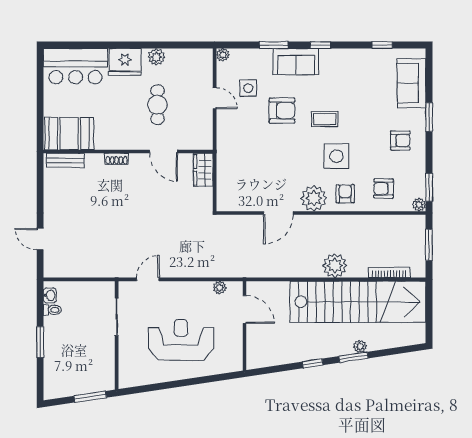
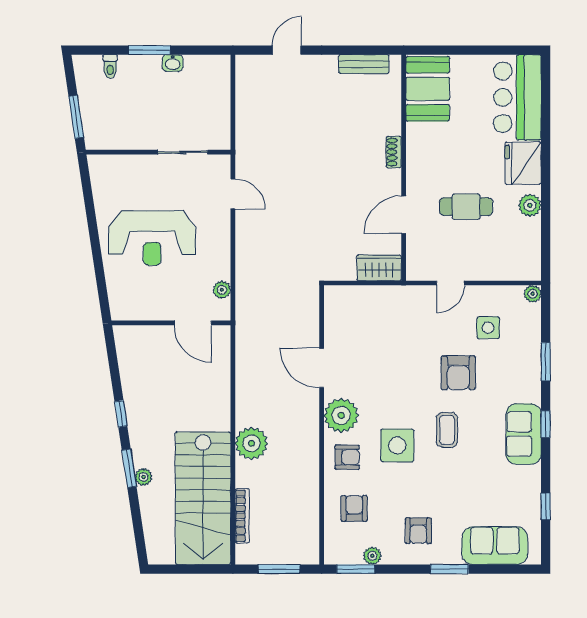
sofa: (296, 62) -> (524, 434), moved
door: (215, 98) -> (450, 283), moved
bench: (65, 160) -> (364, 64), moved, turned 90
plant: (419, 205) -> (372, 556), moved
washbasin: (50, 295) -> (173, 63), moved
stairs: (358, 302) -> (203, 498), width x0.73
door: (245, 309) -> (193, 323), hinge flipped
toilet: (52, 310) -> (110, 66), moved
reception desk: (181, 340) -> (152, 238), turned 90

